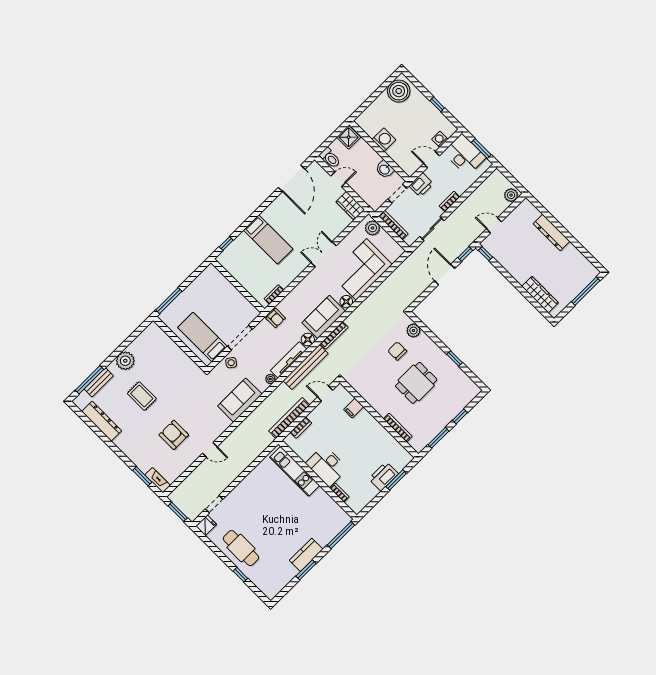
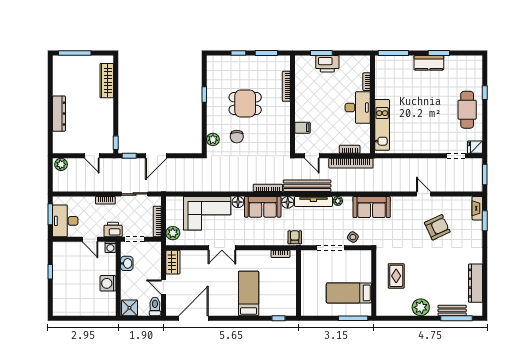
boiler: (399, 91) -> (67, 305), removed
washing machine: (440, 139) -> (110, 247), moved
bed: (202, 337) -> (349, 293), moved, turned 90
rug: (142, 396) -> (396, 276), moved
armchair: (174, 435) -> (437, 227), turned -115

